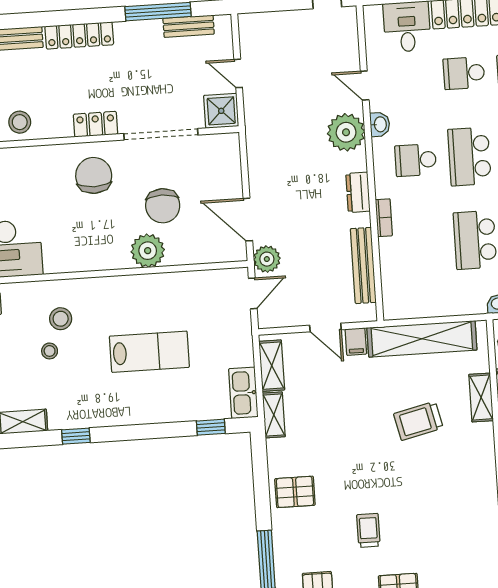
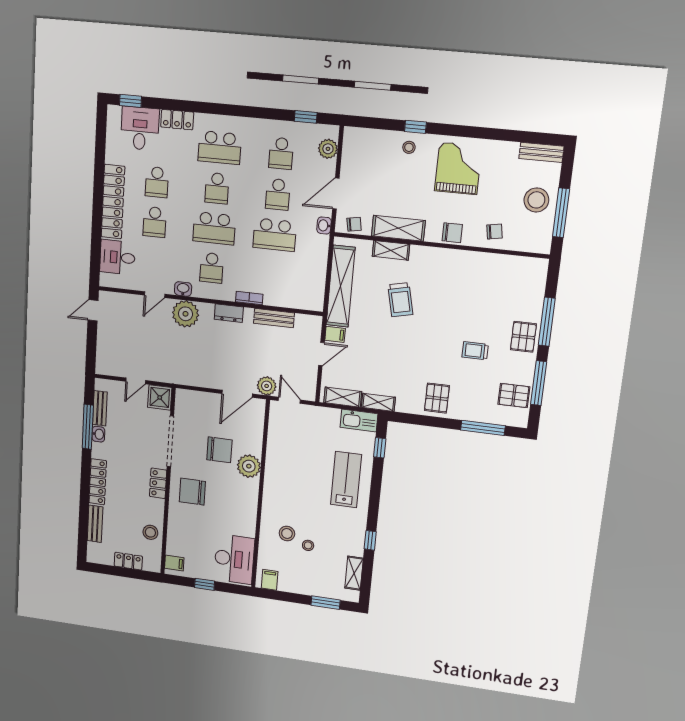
washbasin: (150, 28) -> (98, 434), added
bench: (363, 265) -> (274, 318), width x0.73
lab bench: (149, 352) -> (346, 480), moved

